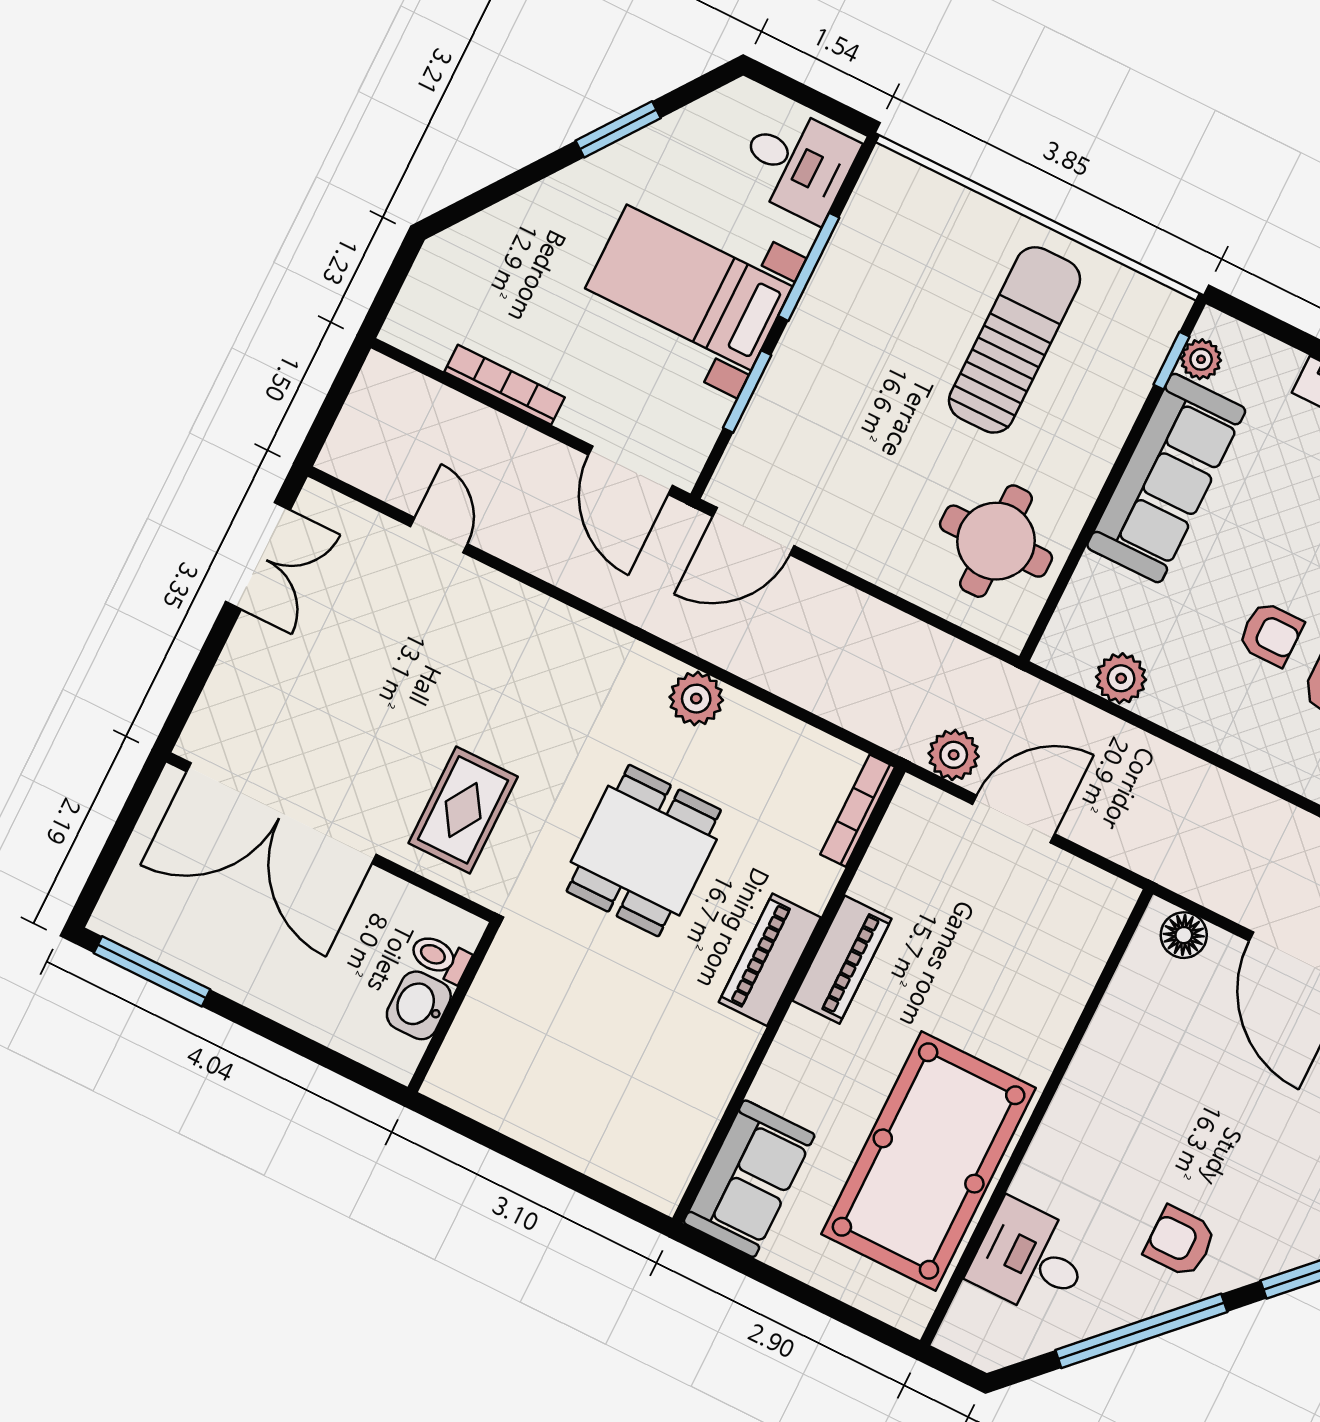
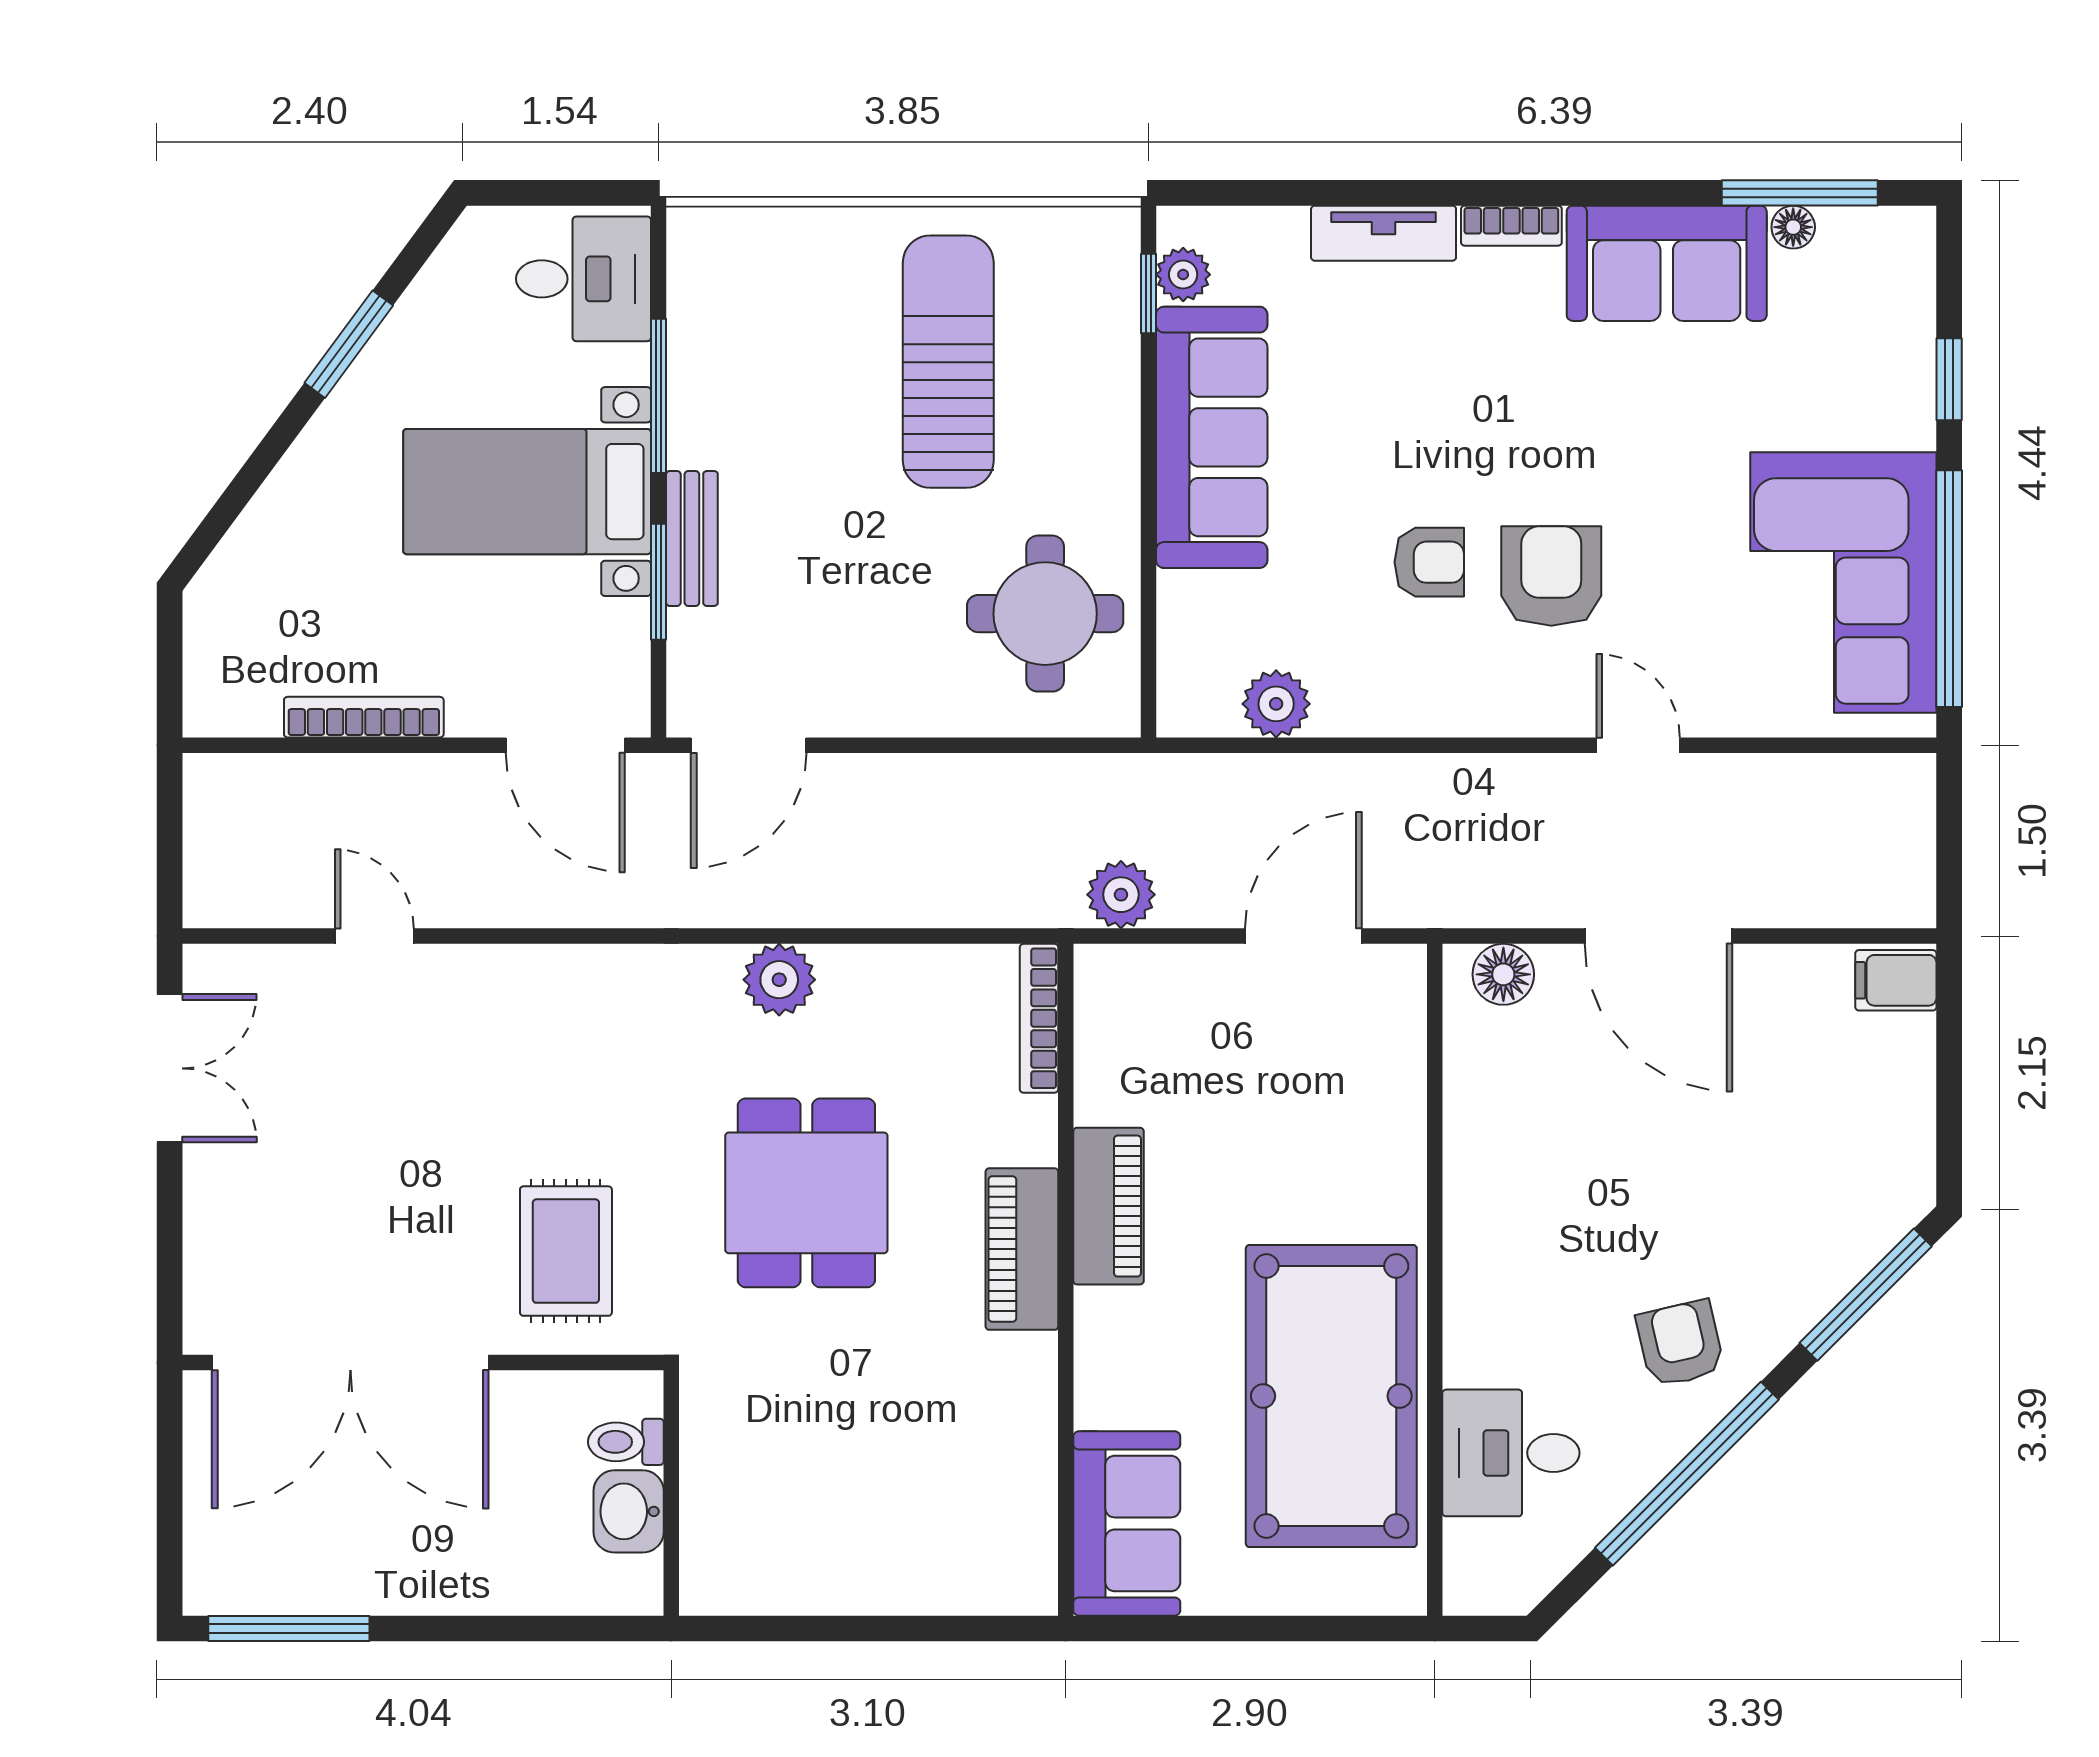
bench: (784, 374) -> (692, 538), added
door: (1013, 819) -> (1303, 936), moved
armchair: (1180, 1242) -> (1680, 1344), turned 77

